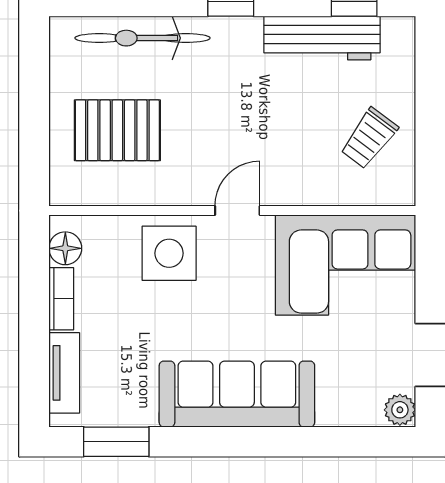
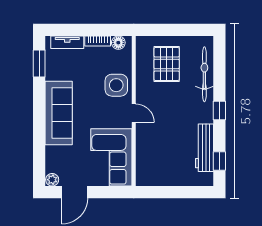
trolley: (369, 138) -> (163, 167), removed

